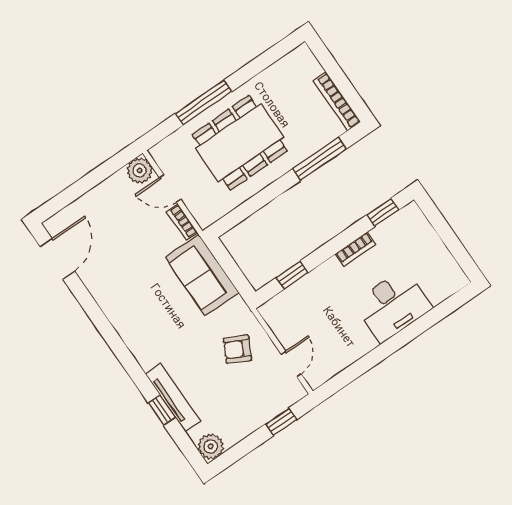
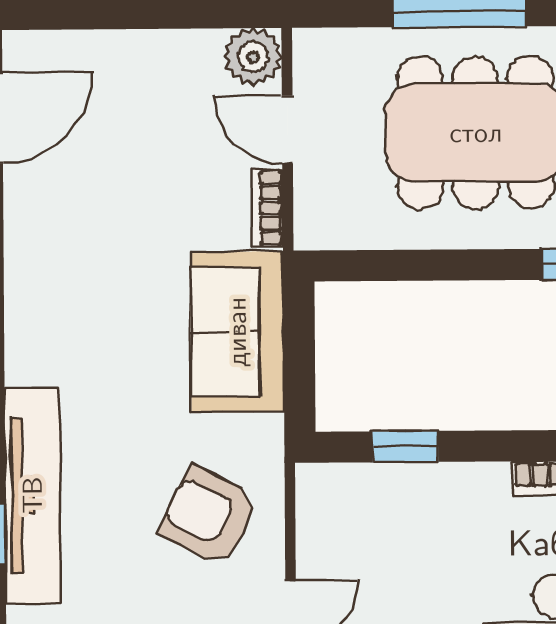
armchair: (237, 349) -> (209, 516), width x1.38, depth x1.38
tv unit: (173, 398) -> (33, 495), width x1.36, depth x1.29

